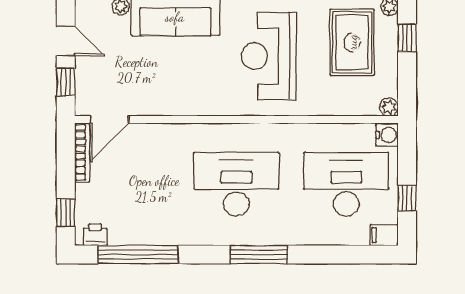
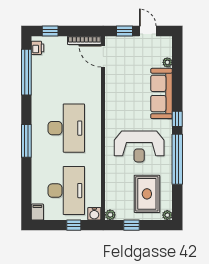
window: (407, 38) -> (132, 225), moved
door: (66, 41) -> (148, 31), swing flipped
rug: (352, 42) -> (147, 194), turned 90
reception desk: (269, 56) -> (139, 146), turned 180
window: (407, 198) -> (74, 225), moved

